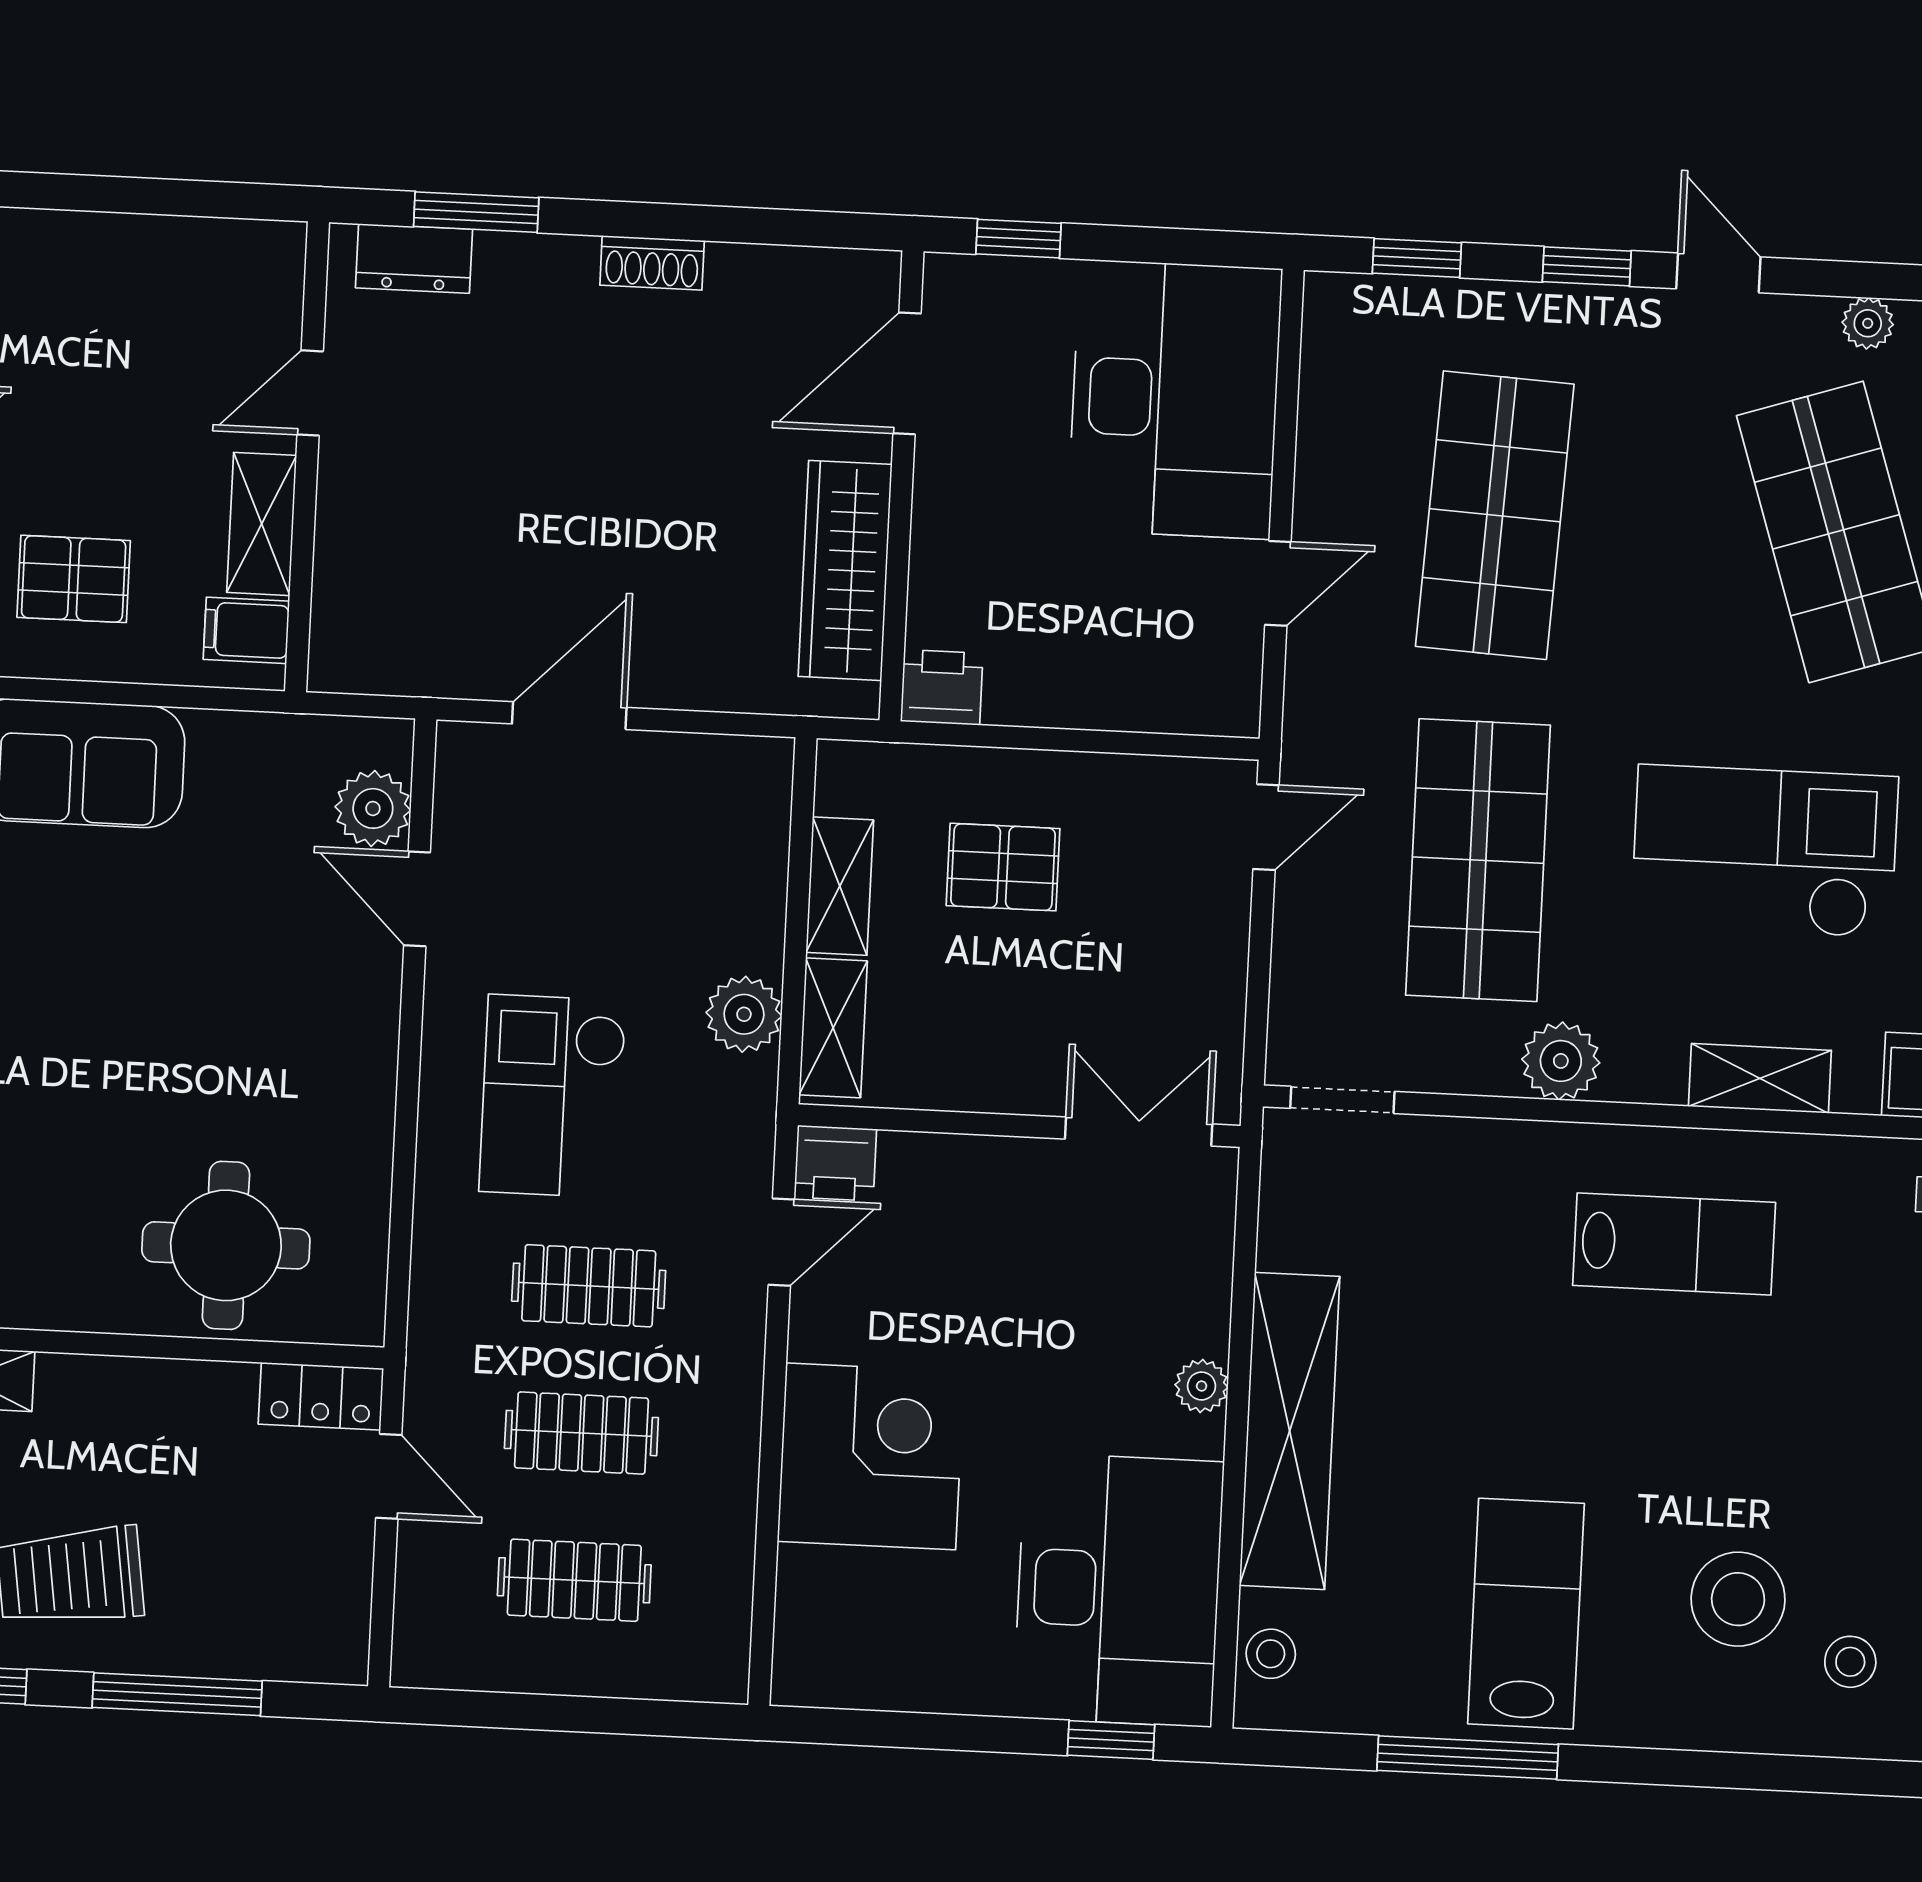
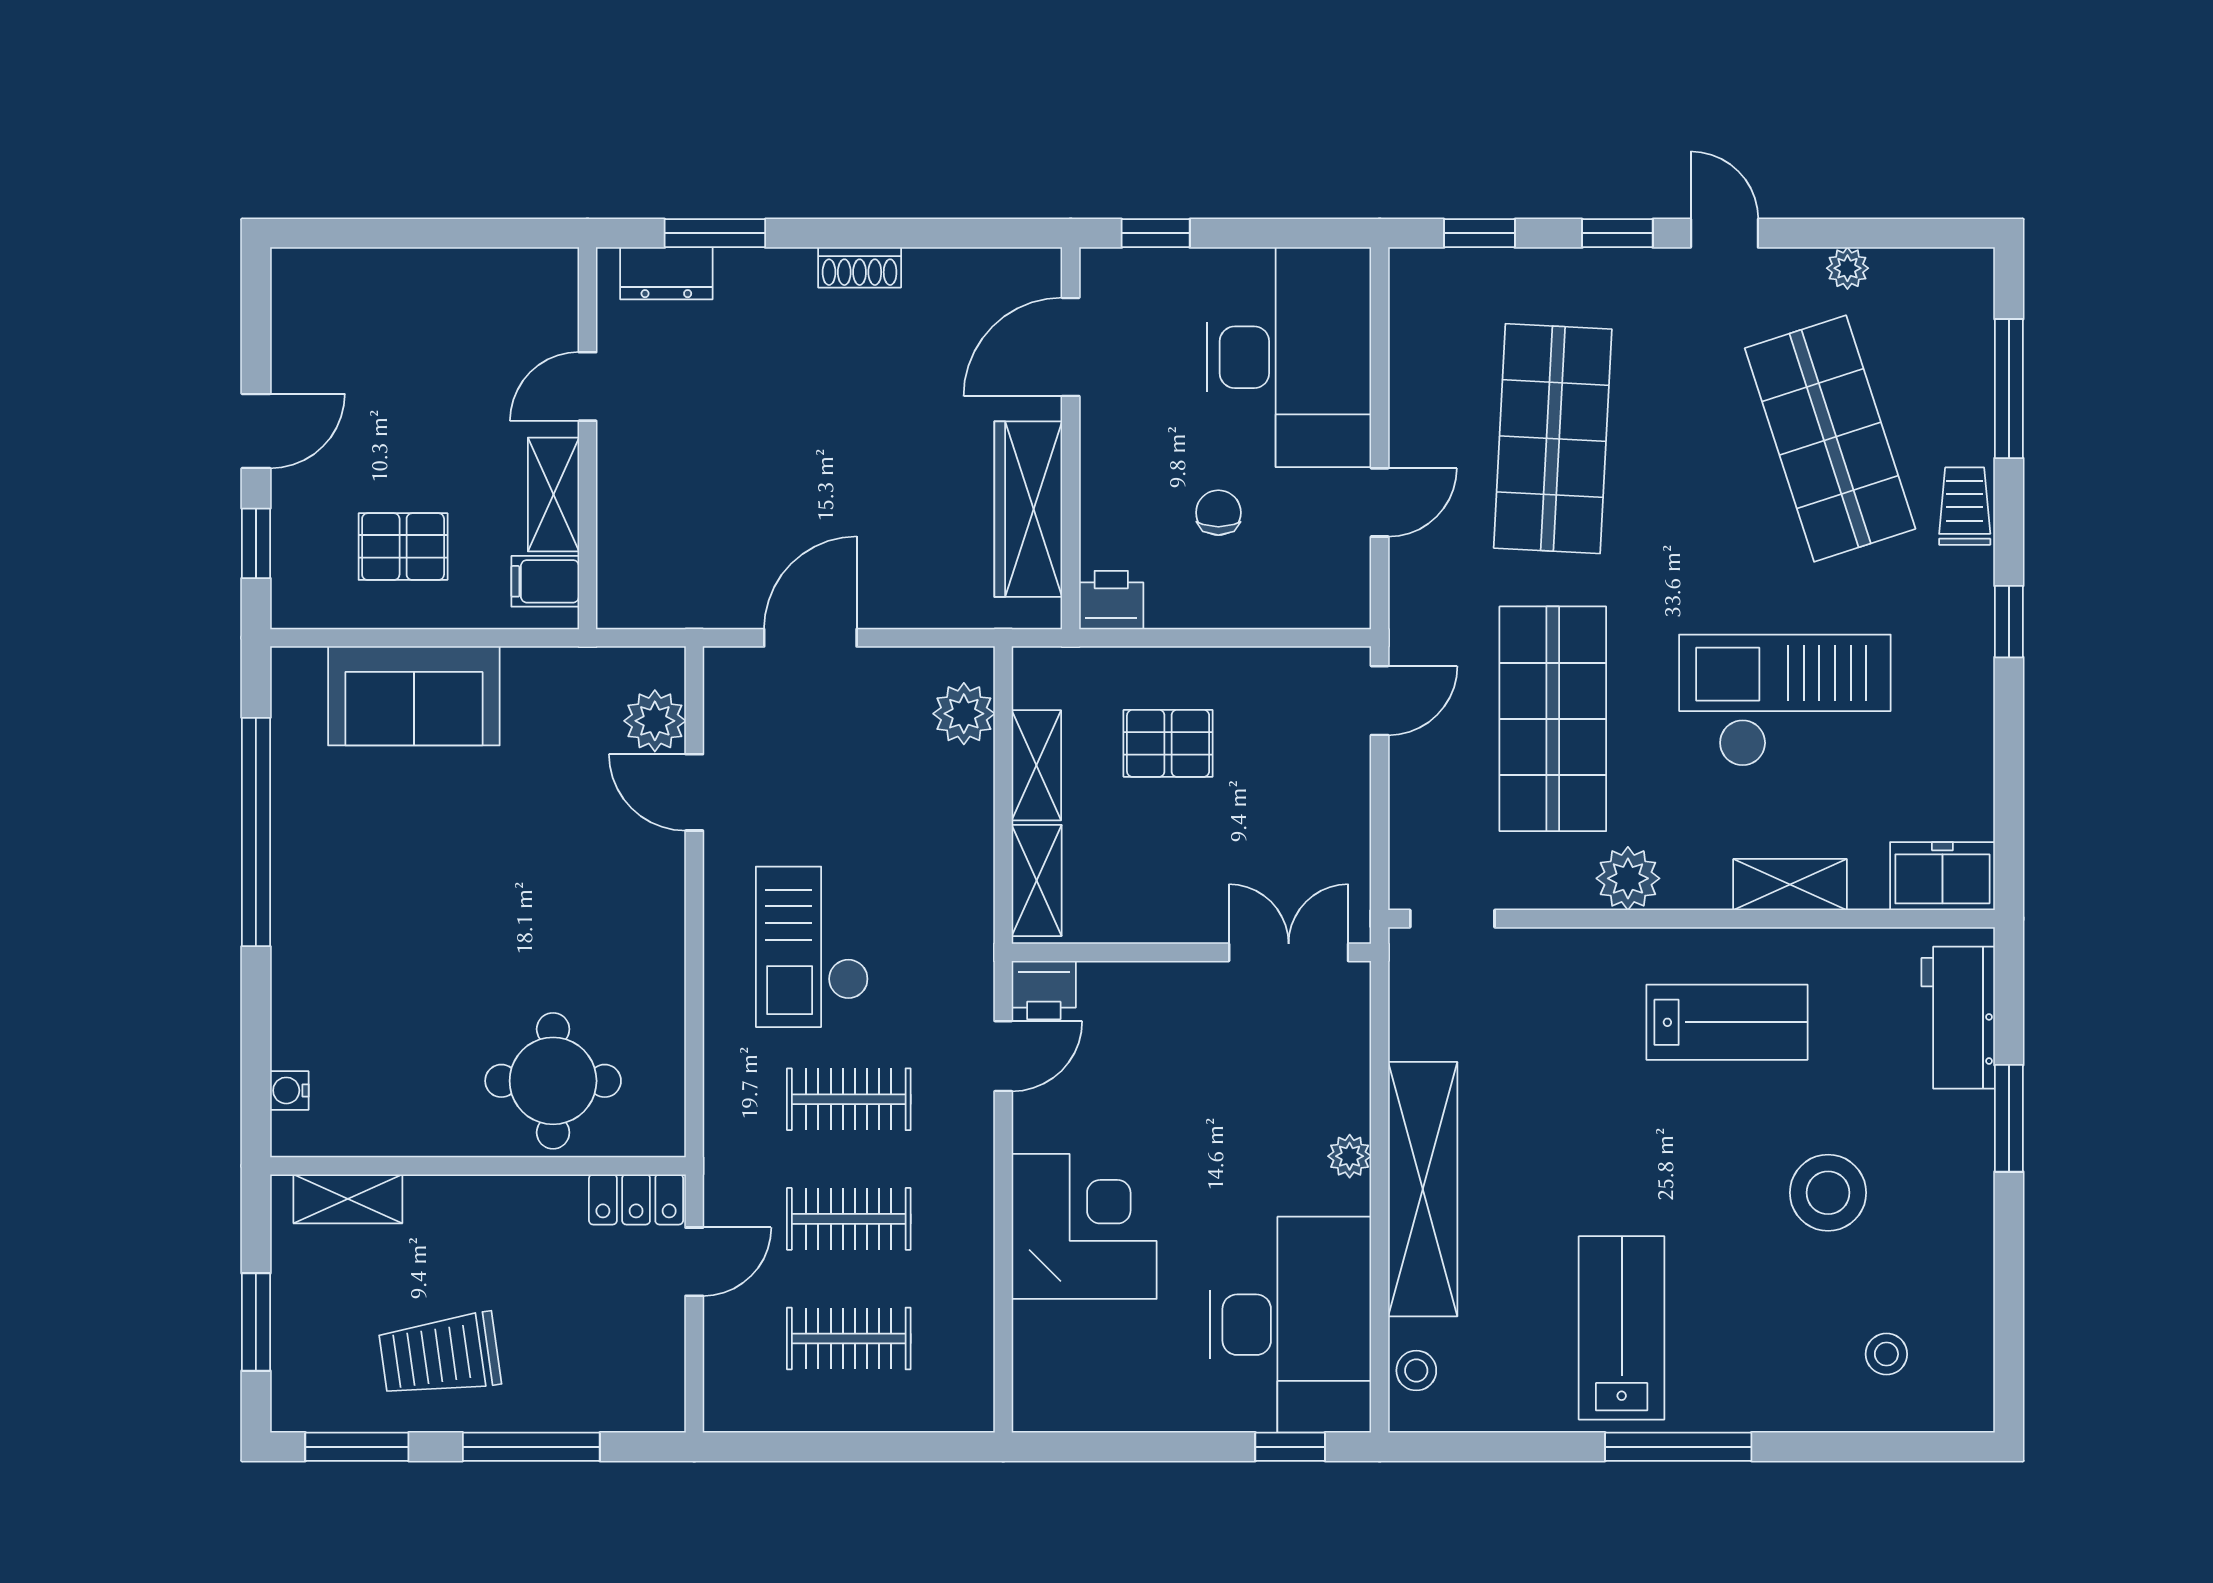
chair: (1079, 586) -> (1218, 513), added
plant: (744, 1014) -> (964, 714), moved
door: (389, 1476) -> (694, 1262), hinge flipped
stool: (1738, 1599) -> (1828, 1193), moved
window: (1468, 1757) -> (1678, 1447), moved

